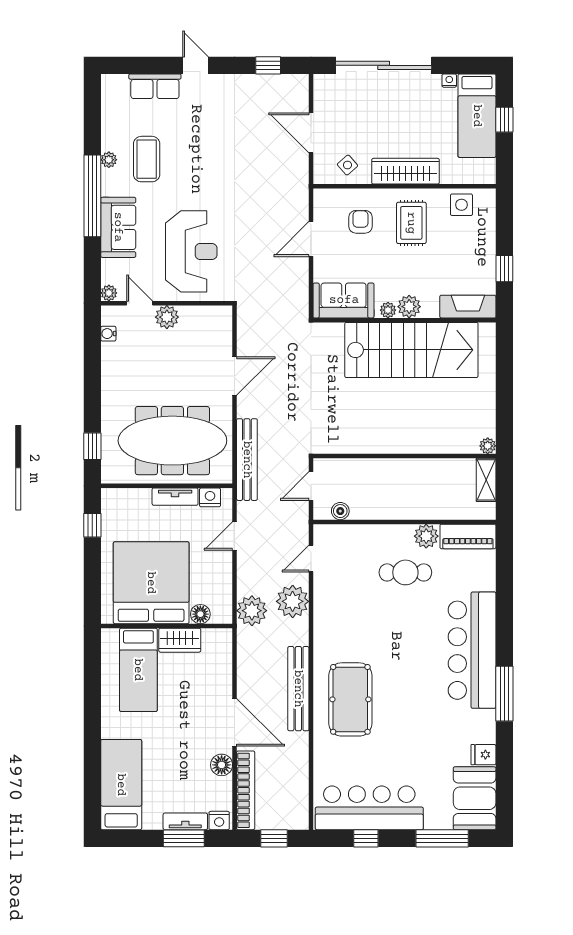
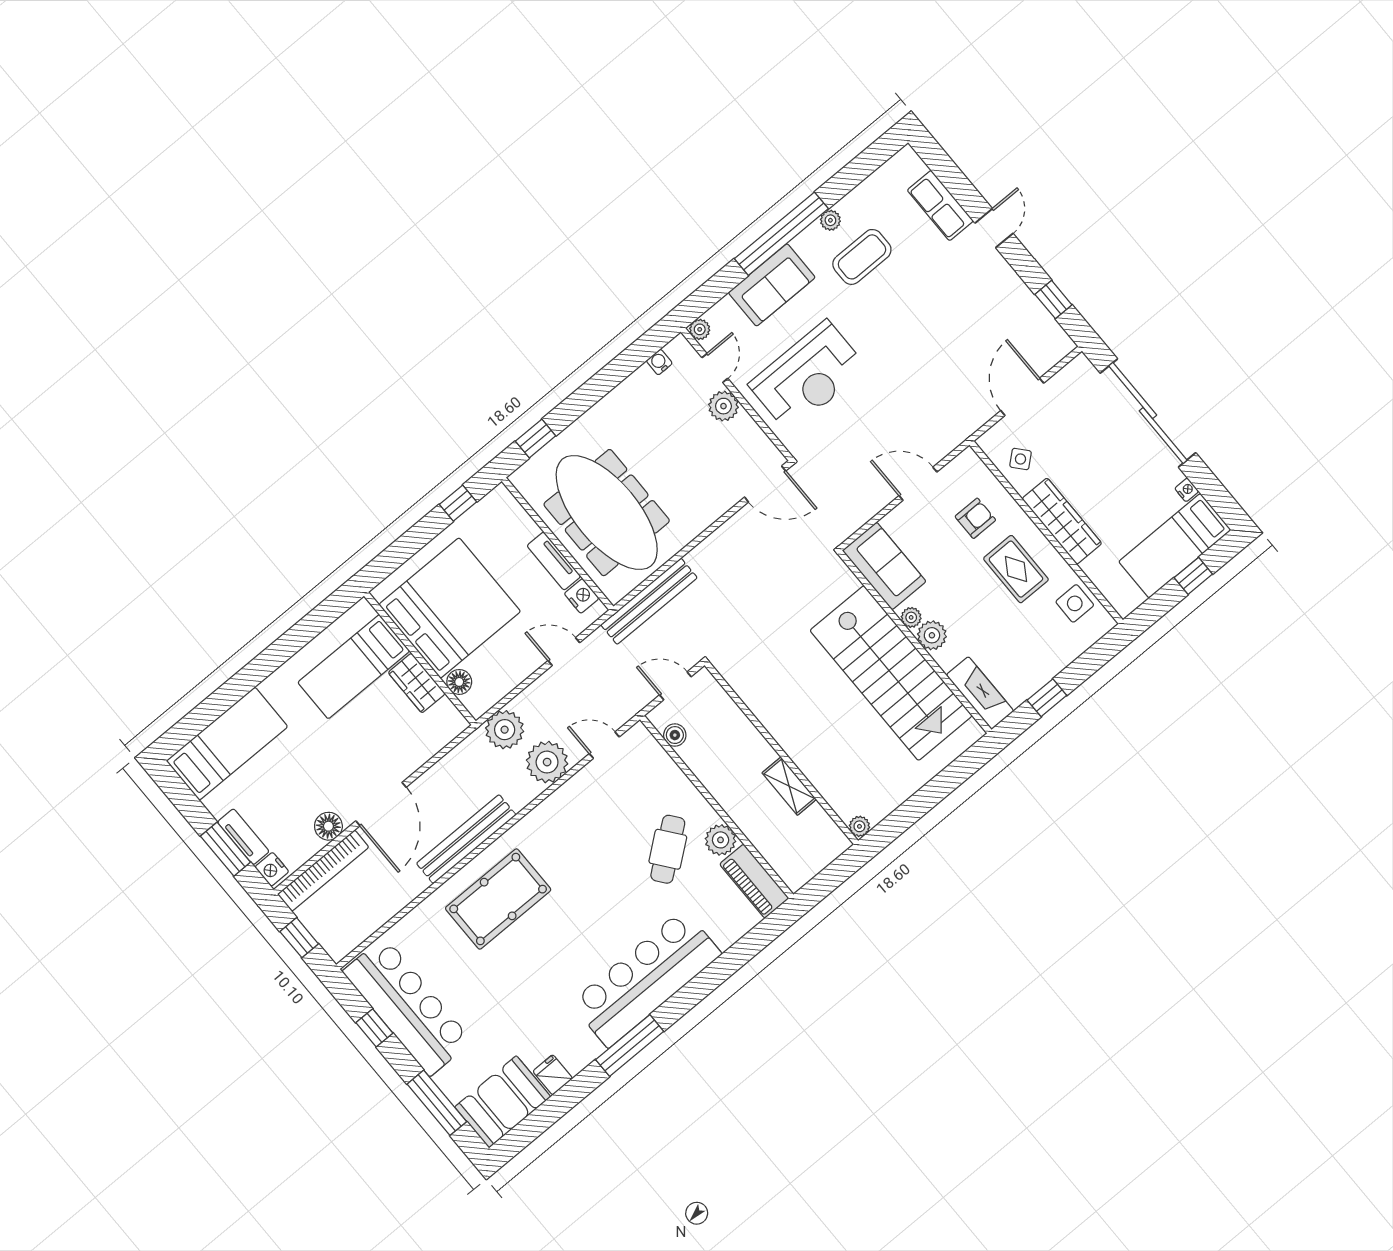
rug: (411, 223) -> (1016, 569), turned 90
door: (235, 376) -> (765, 484), moved
shelving: (486, 480) -> (789, 786), moved, turned 90
cafe table: (405, 572) -> (668, 849), turned 52

